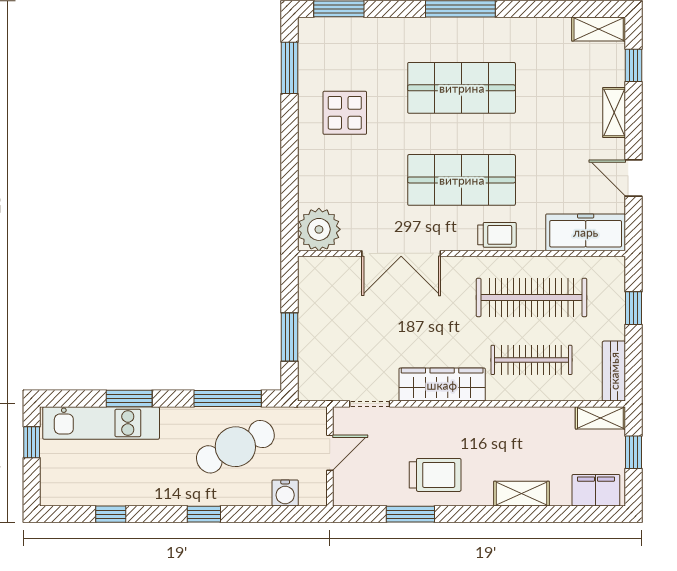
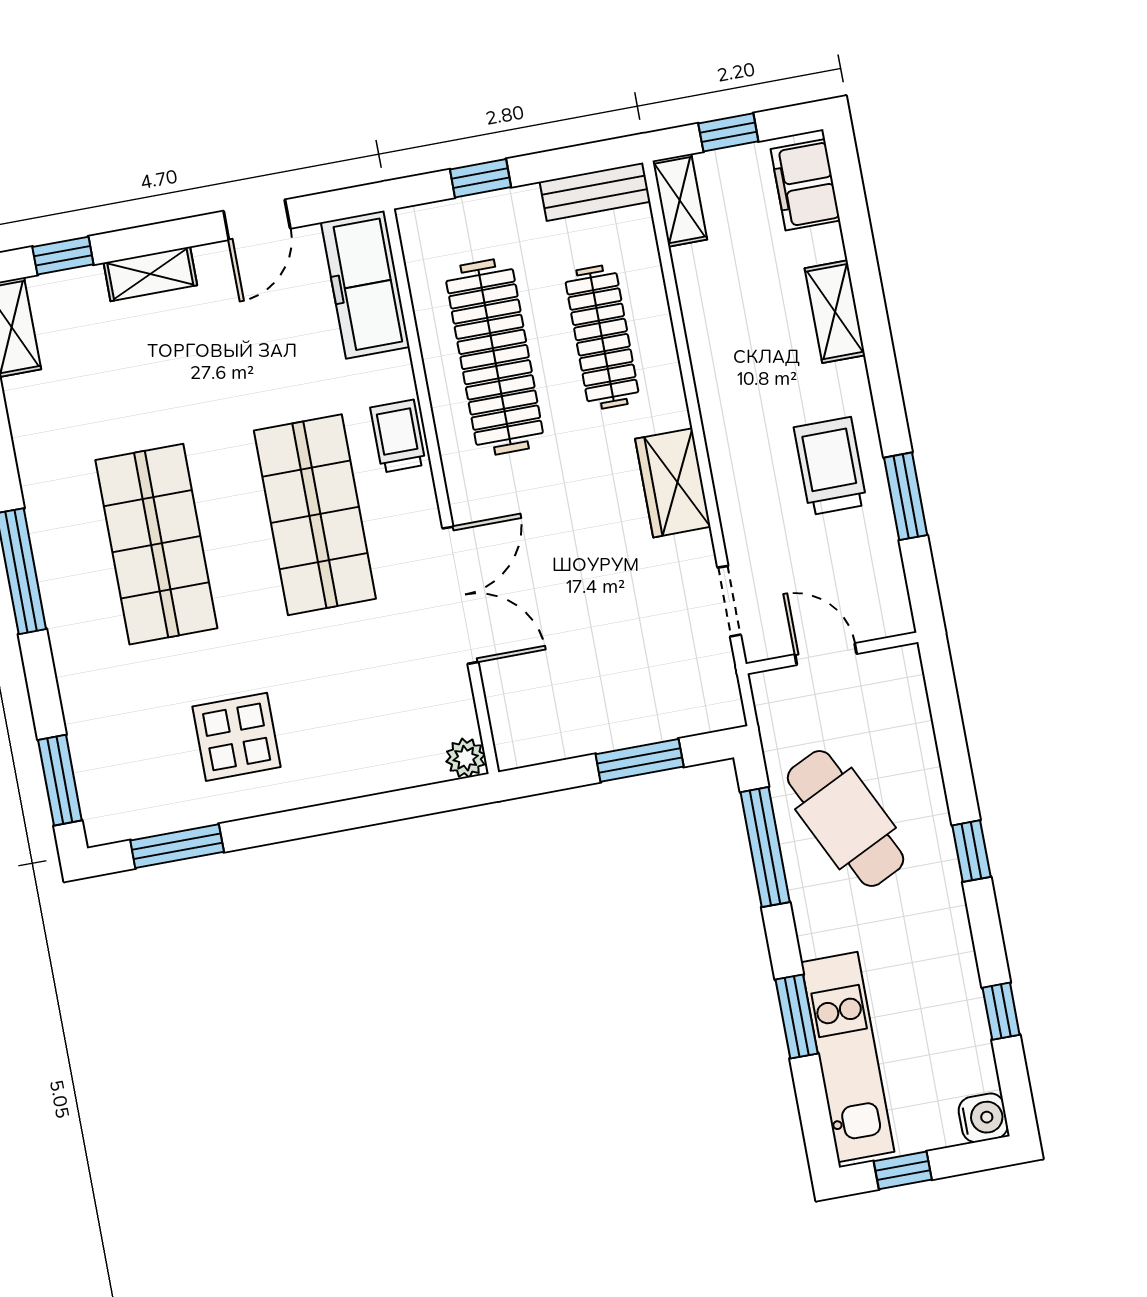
plant: (319, 229) -> (466, 758), width x0.53, depth x0.53
wardrobe: (442, 385) -> (673, 483), width x0.67
water cooler: (285, 493) -> (983, 1118), moved

